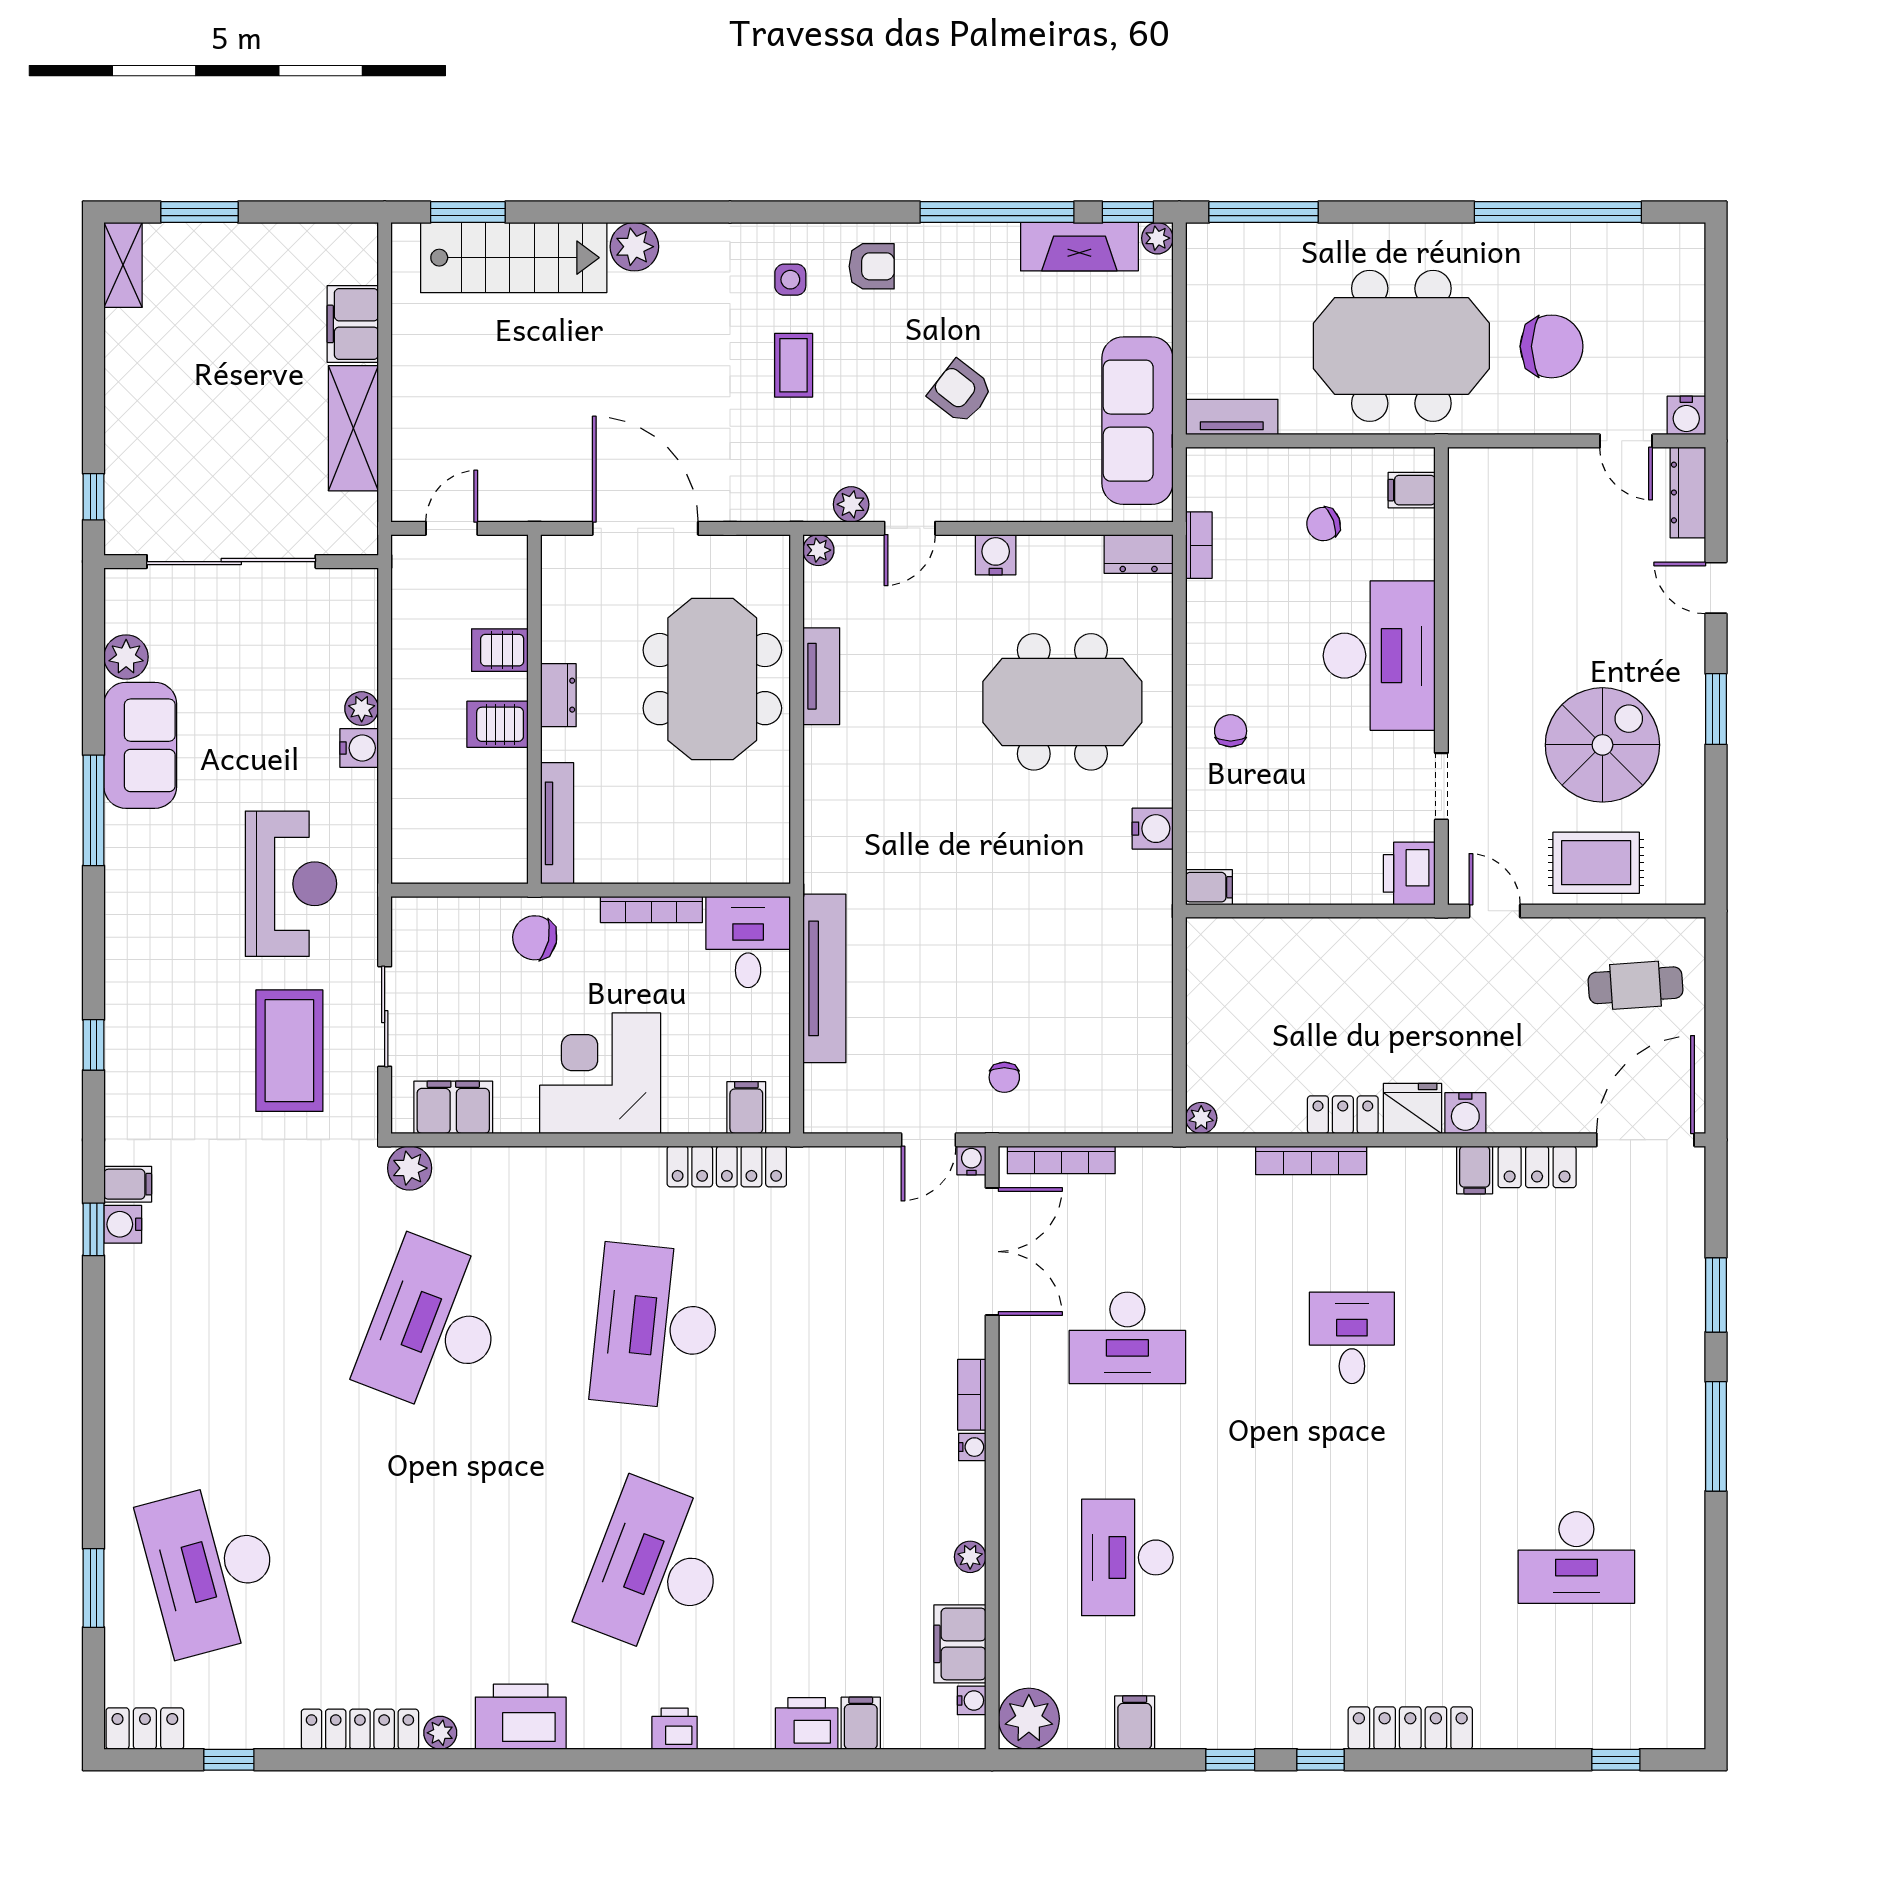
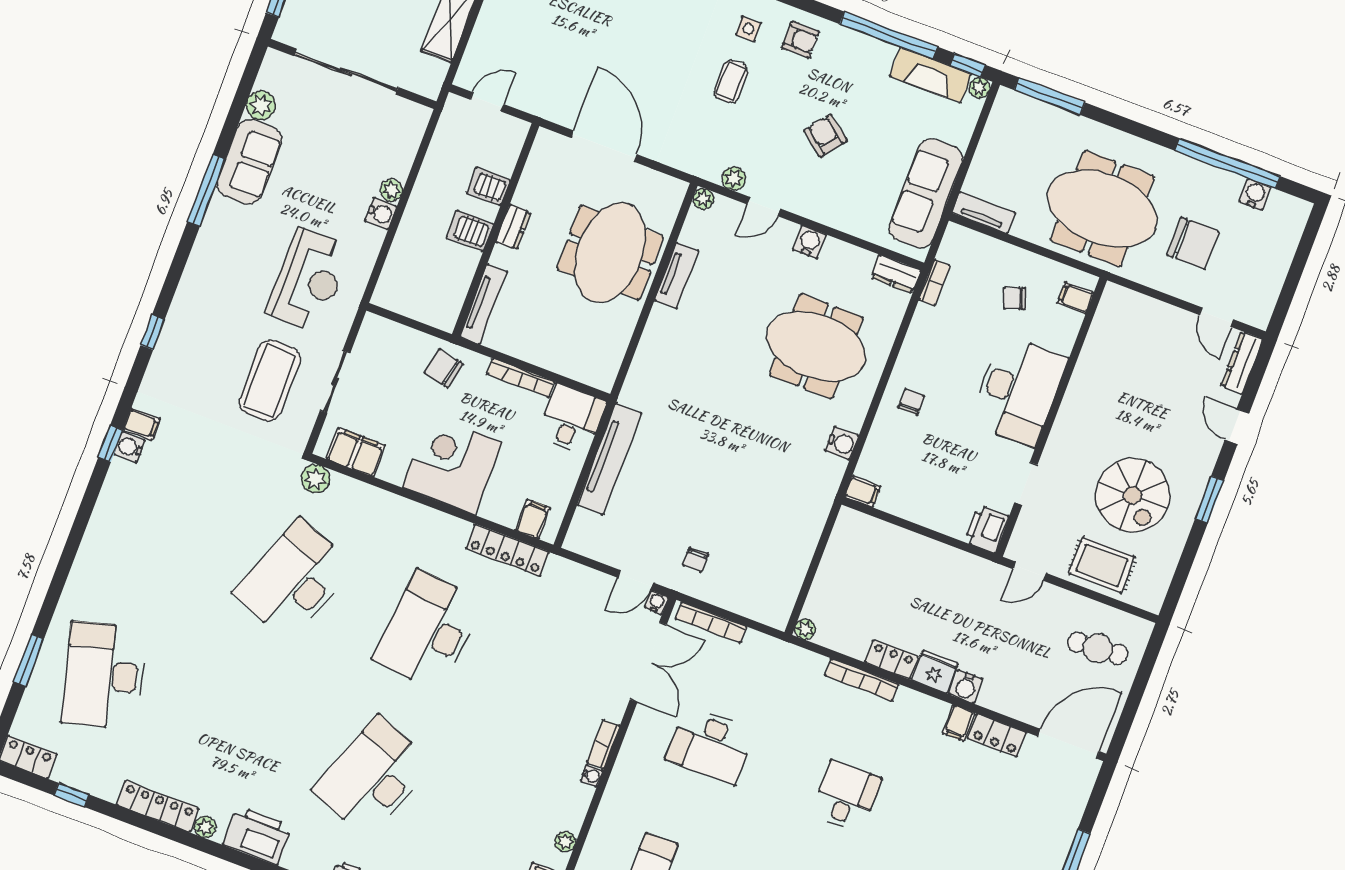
water cooler: (1686, 415) -> (1255, 194), moved, turned 180
spiral stairs: (1602, 745) -> (1133, 495), turned 90
door: (1495, 911) -> (1030, 571), swing flipped

